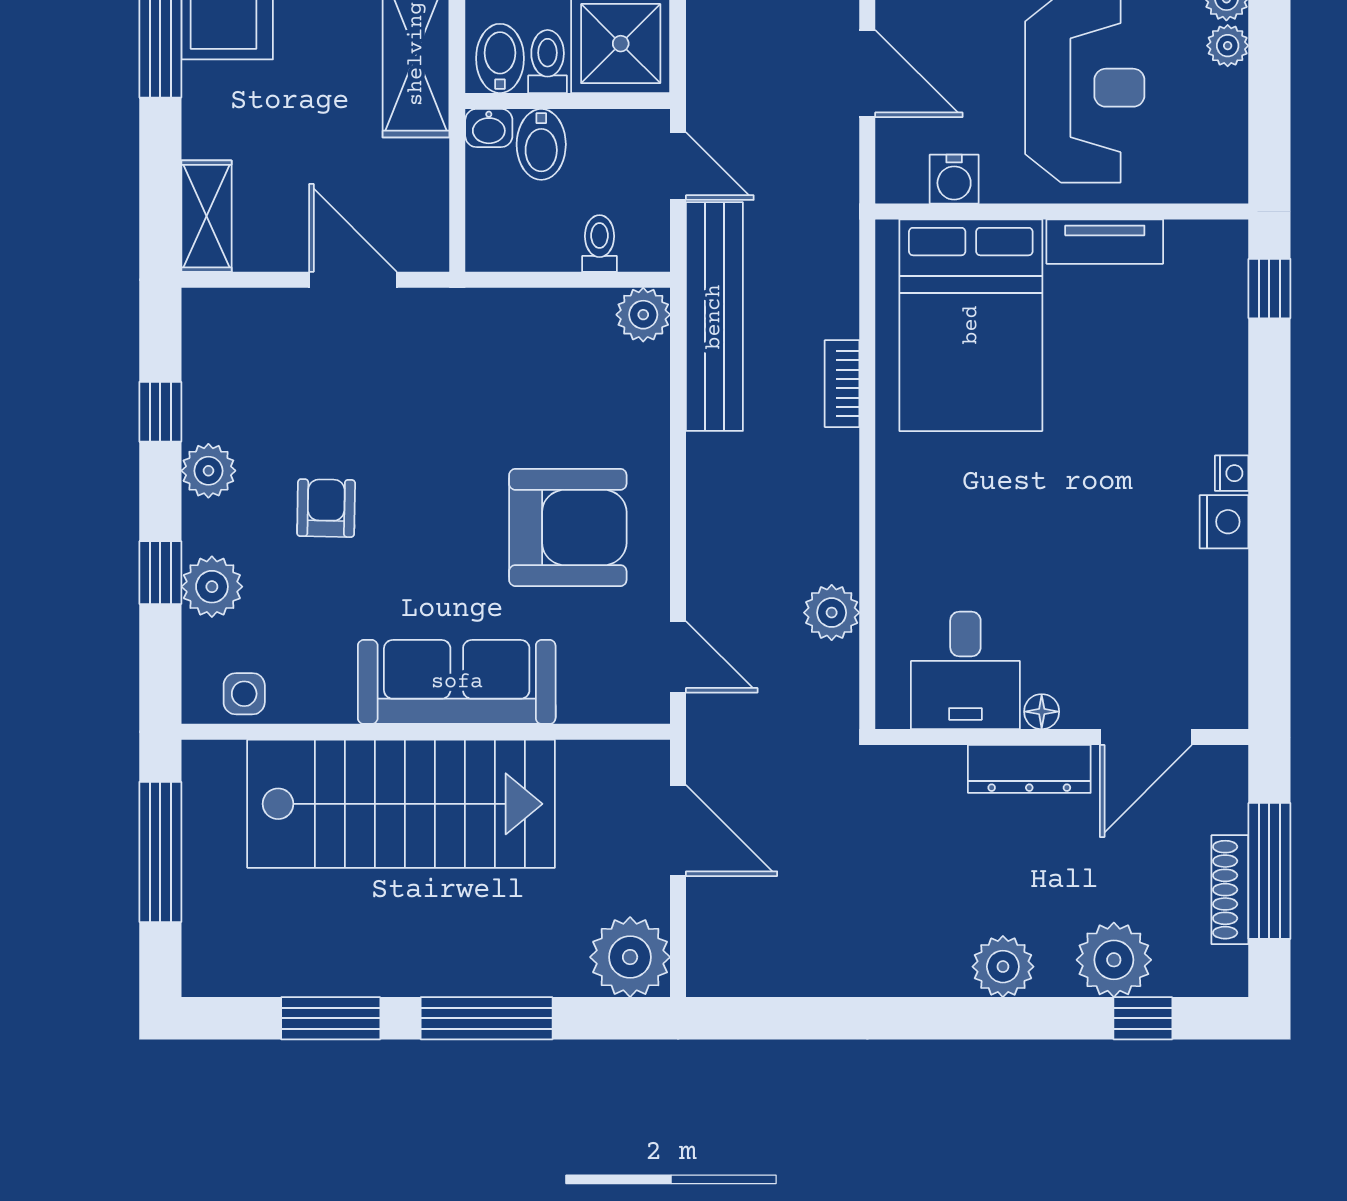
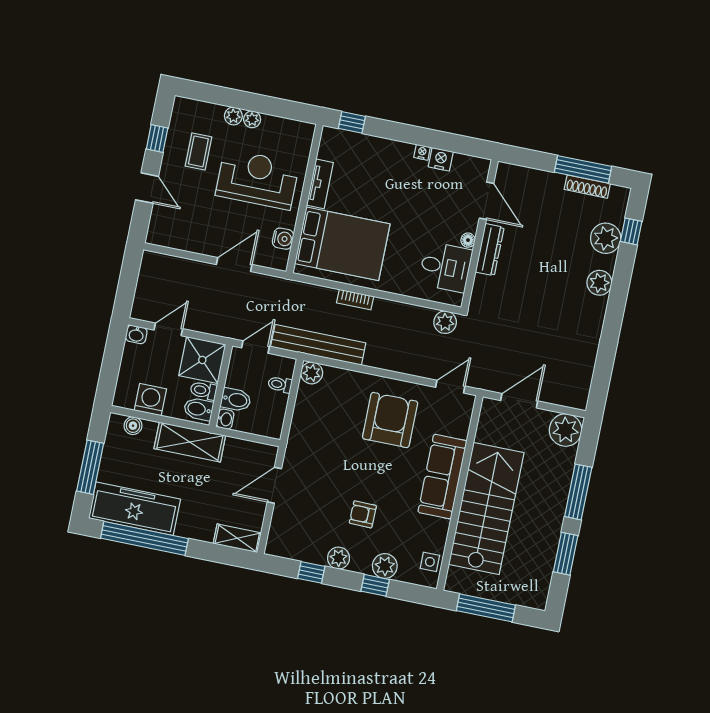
desk: (965, 670) -> (445, 267), moved
floor lamp: (1042, 712) -> (468, 240), moved
wall: (1062, 737) -> (480, 234), moved
door: (1146, 737) -> (486, 201), moved
dresser: (1029, 769) -> (490, 250), moved

